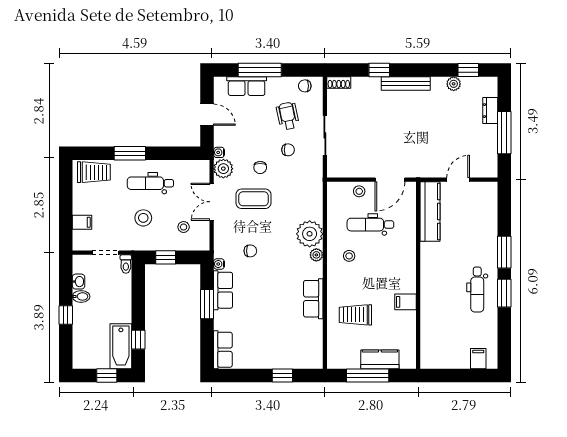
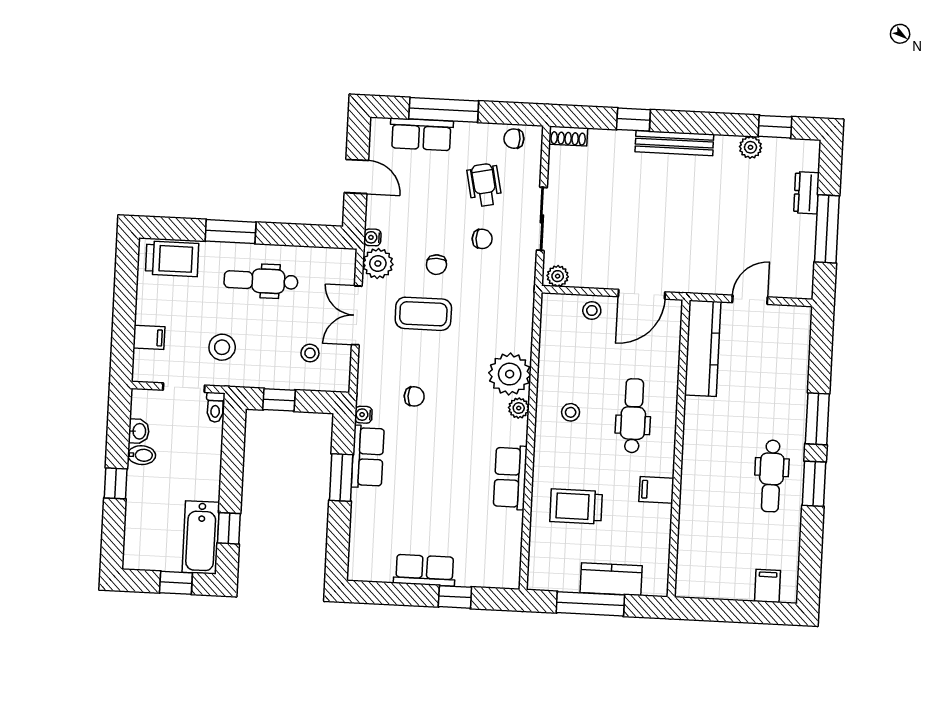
plant: (337, 171) -> (558, 276), added
stool: (143, 218) -> (222, 347), moved
dental chair: (370, 225) -> (633, 416), moved, turned 90
row of seats: (223, 350) -> (425, 570), moved, turned -90

